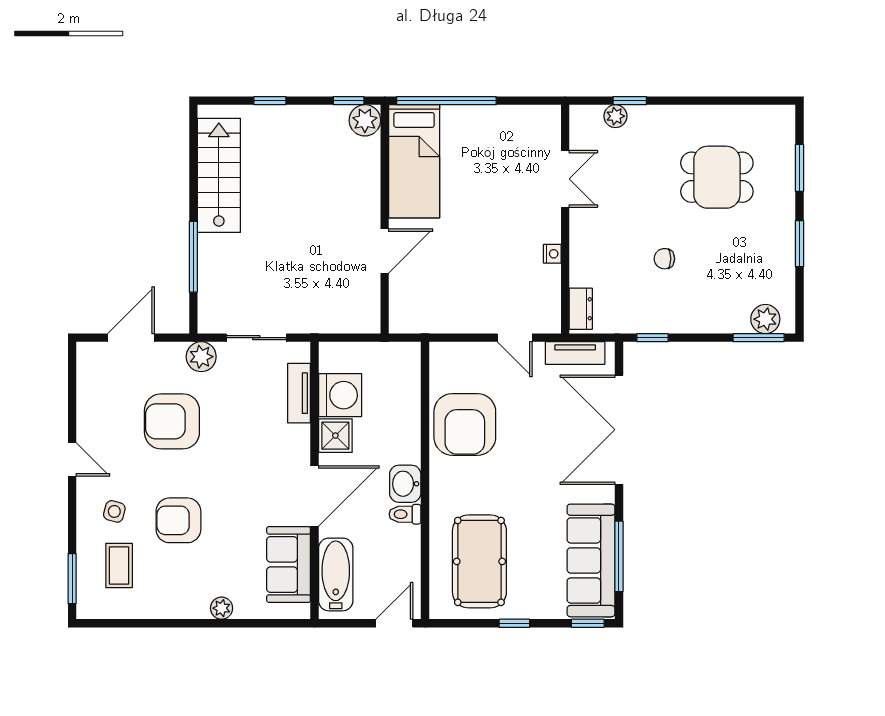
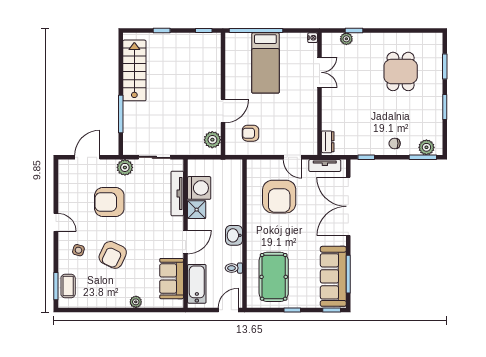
plant: (365, 120) -> (212, 140), moved
bed: (414, 161) -> (265, 63), moved
dining table: (717, 177) -> (401, 71), turned 90
nightstand: (552, 254) -> (313, 38), moved
chair: (664, 259) -> (395, 143), moved
armchair: (436, 293) -> (251, 133), added
tv unit: (299, 393) -> (177, 193), width x1.41
armchair: (465, 424) -> (279, 197), moved
door: (315, 496) -> (185, 242), width x0.73
toilet: (405, 514) -> (234, 268), moved
armchair: (178, 520) -> (113, 255), turned -65
coffee table: (119, 566) -> (68, 286), moved

